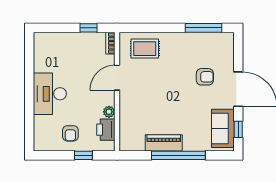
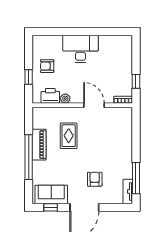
tv unit: (219, 38) -> (128, 192), added
rug: (145, 49) -> (69, 136), moved
armchair: (205, 77) -> (95, 179), turned 180

